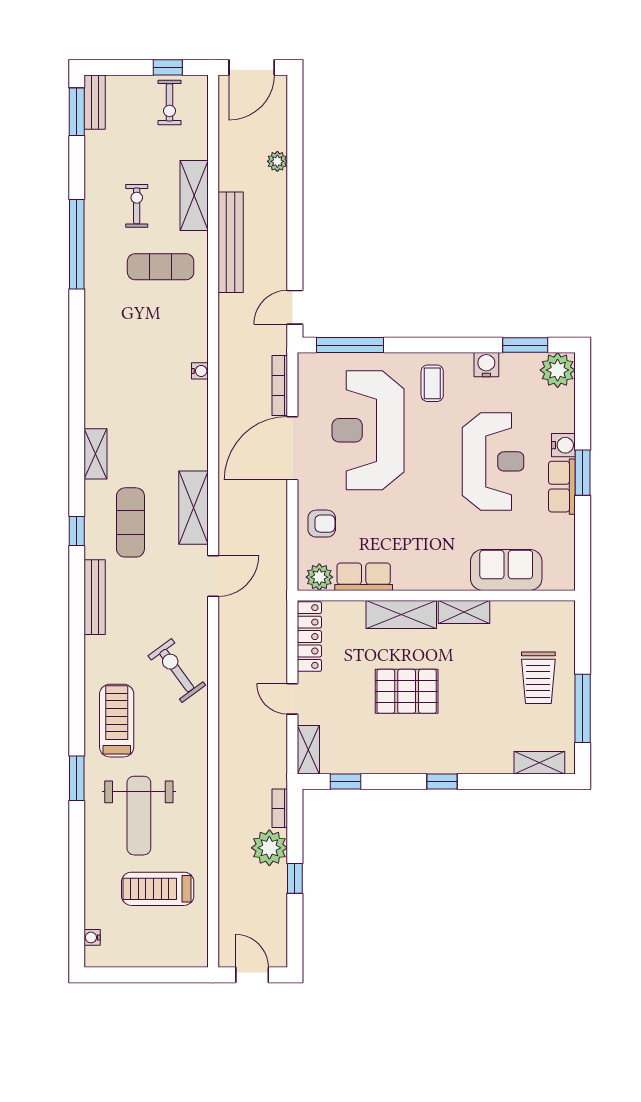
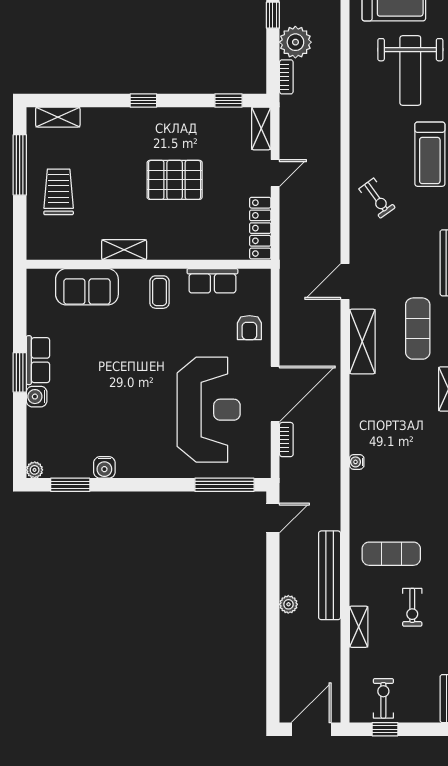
plant: (277, 161) -> (288, 604), moved
shelving: (194, 196) -> (359, 627), width x0.67, depth x0.75
plant: (558, 370) -> (35, 470), width x0.53, depth x0.53
coffee table: (432, 383) -> (160, 292), moved
bookcase: (280, 385) -> (286, 440), width x0.64
reception desk: (493, 461) -> (99, 382), removed
armchair: (322, 524) -> (249, 328), turned -90
plant: (319, 577) -> (251, 280), removed
shelving: (401, 614) -> (179, 248), removed
exercise bike: (177, 671) -> (377, 198), width x0.73, depth x0.72
door: (292, 699) -> (275, 173), hinge flipped
weight bench: (139, 816) -> (410, 70), turned 180

